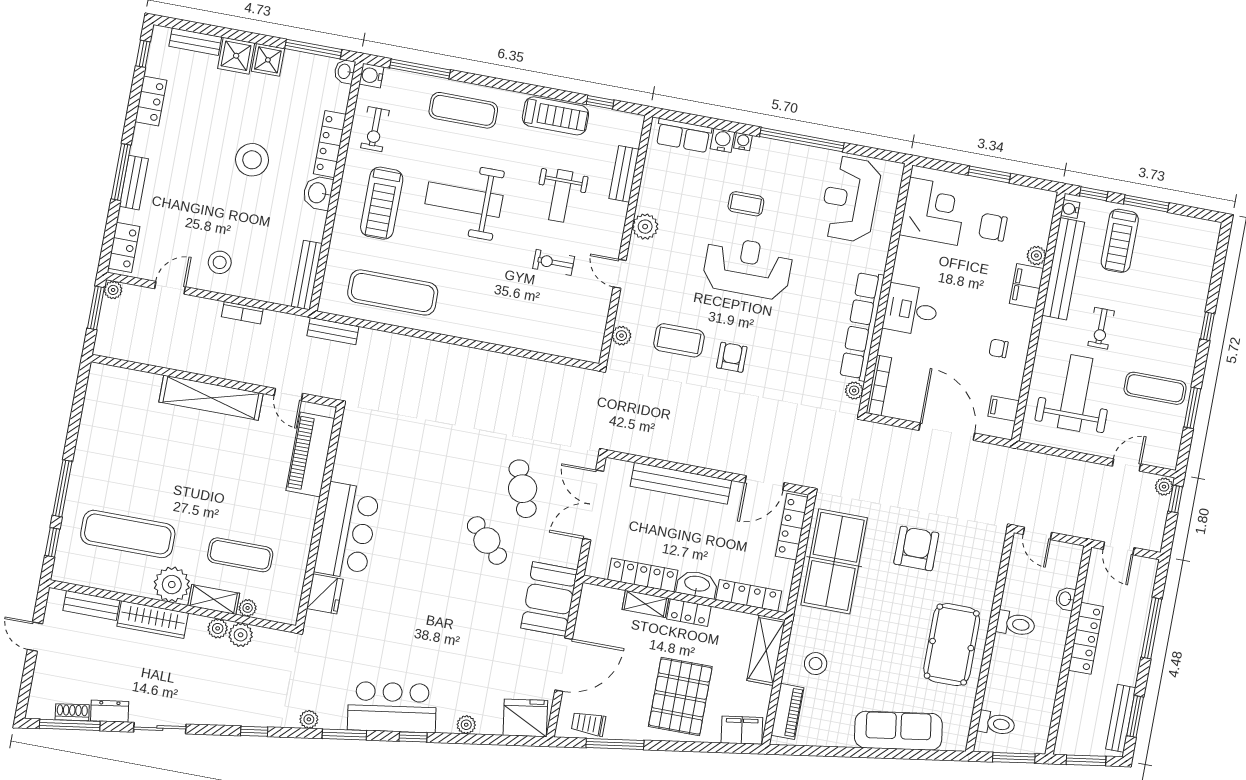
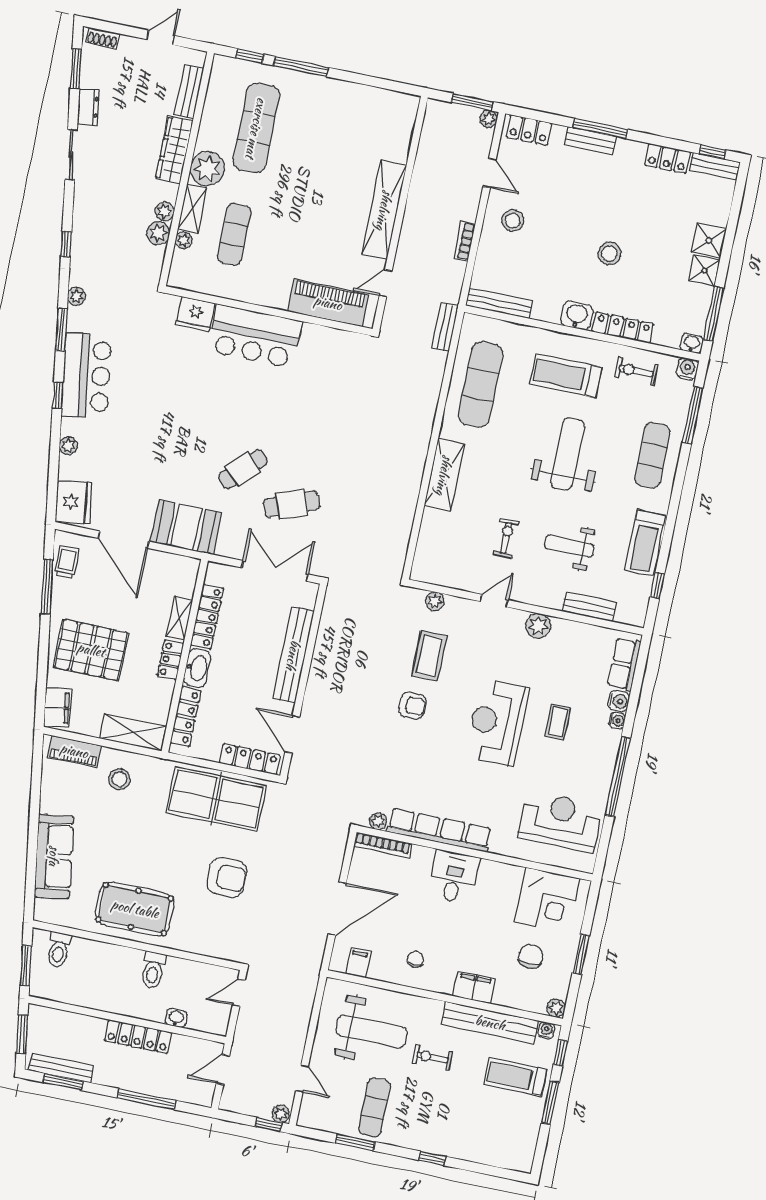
bench: (195, 42) -> (715, 166), moved, turned 90
stool: (252, 160) -> (610, 253), width x0.73, depth x0.73
plant: (1036, 256) -> (556, 1008), moved
reception desk: (748, 268) -> (497, 722), turned 180
shelving: (488, 329) -> (444, 475), added
shoe rack: (72, 712) -> (103, 38), moved, turned 99
window: (70, 725) -> (76, 69), width x0.69

